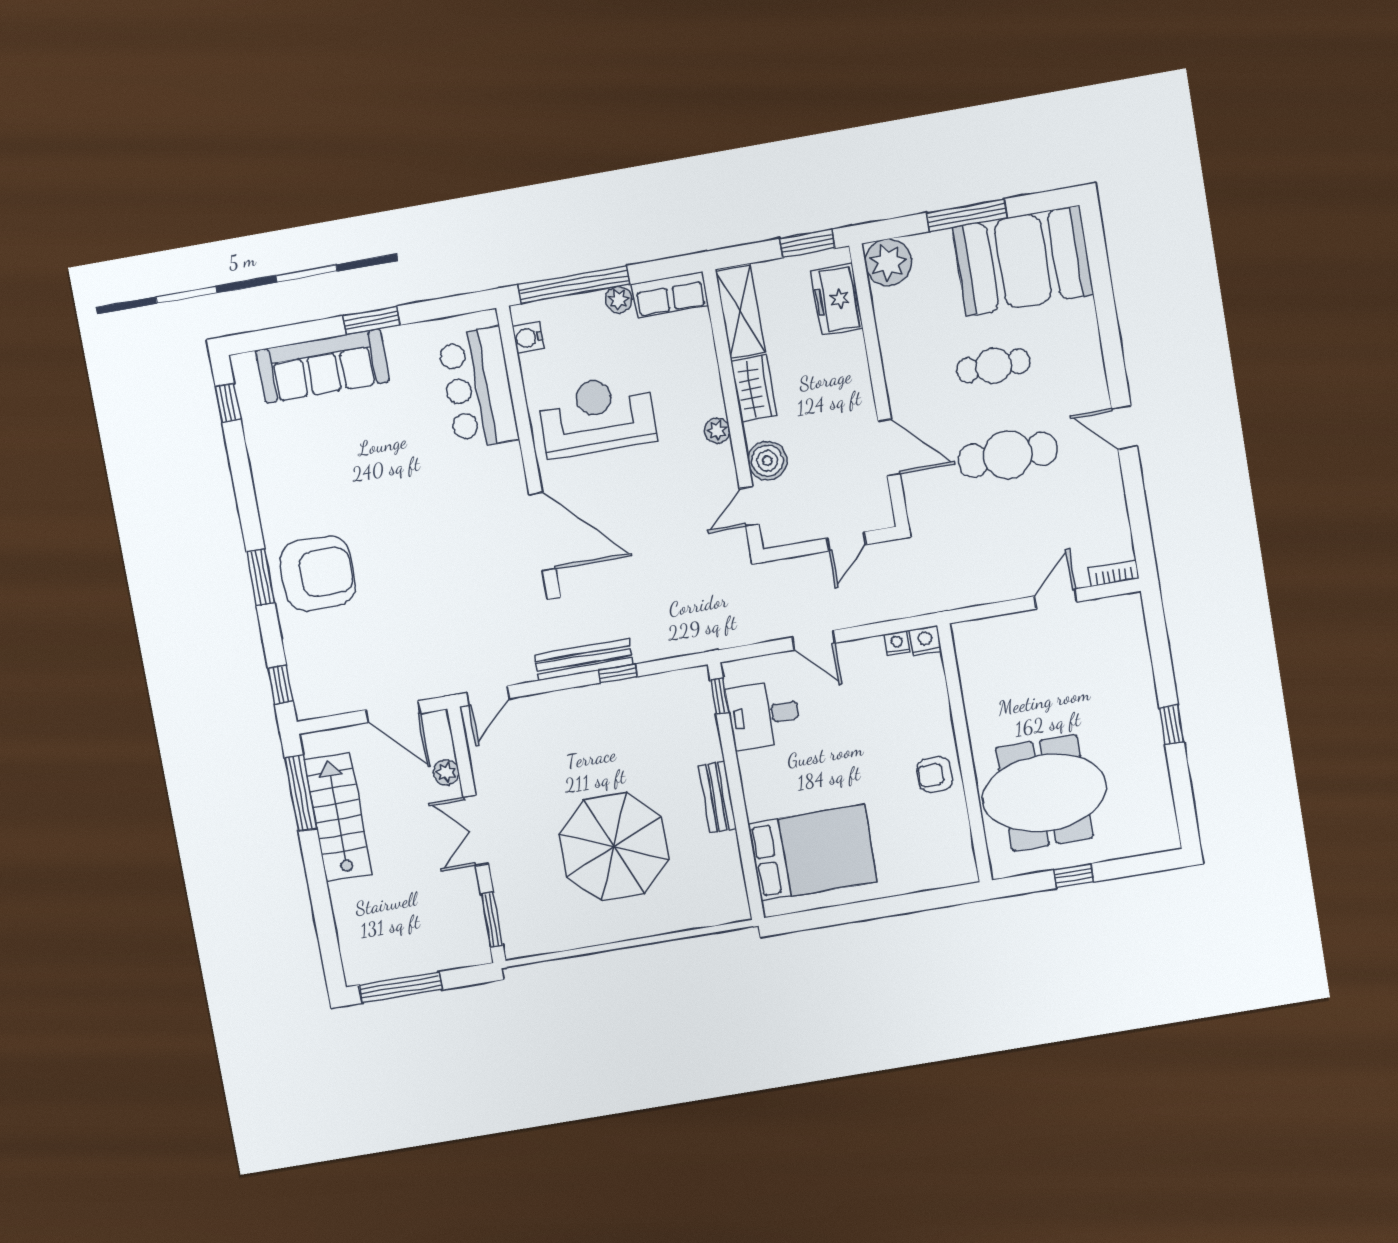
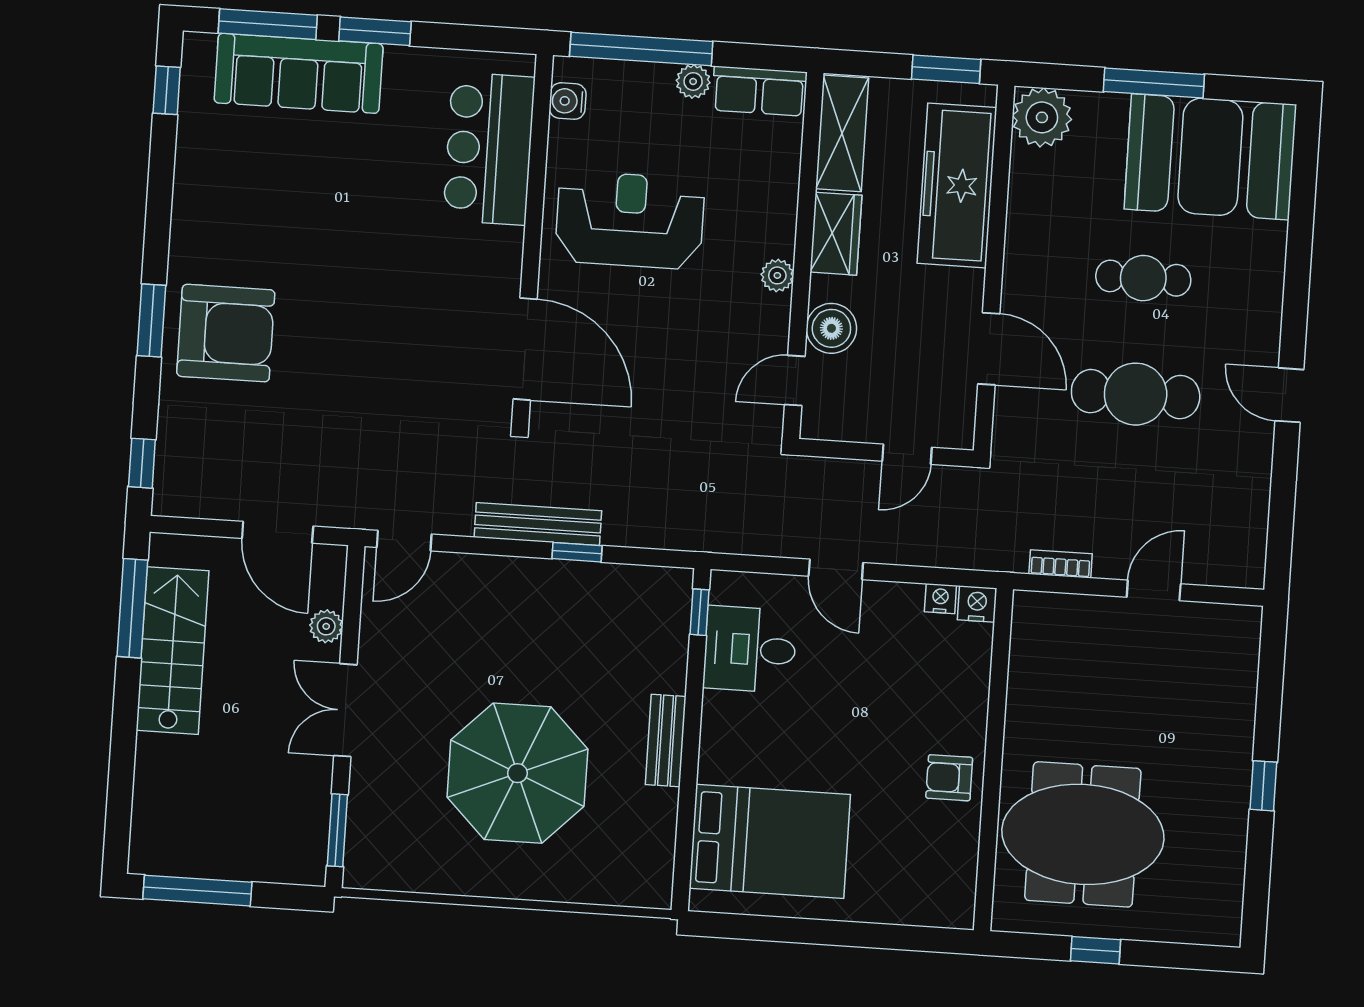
freezer: (837, 299) -> (957, 185), width x1.91, depth x1.26
window: (290, 335) -> (268, 24), added
bookcase: (1114, 573) -> (1061, 564), moved

